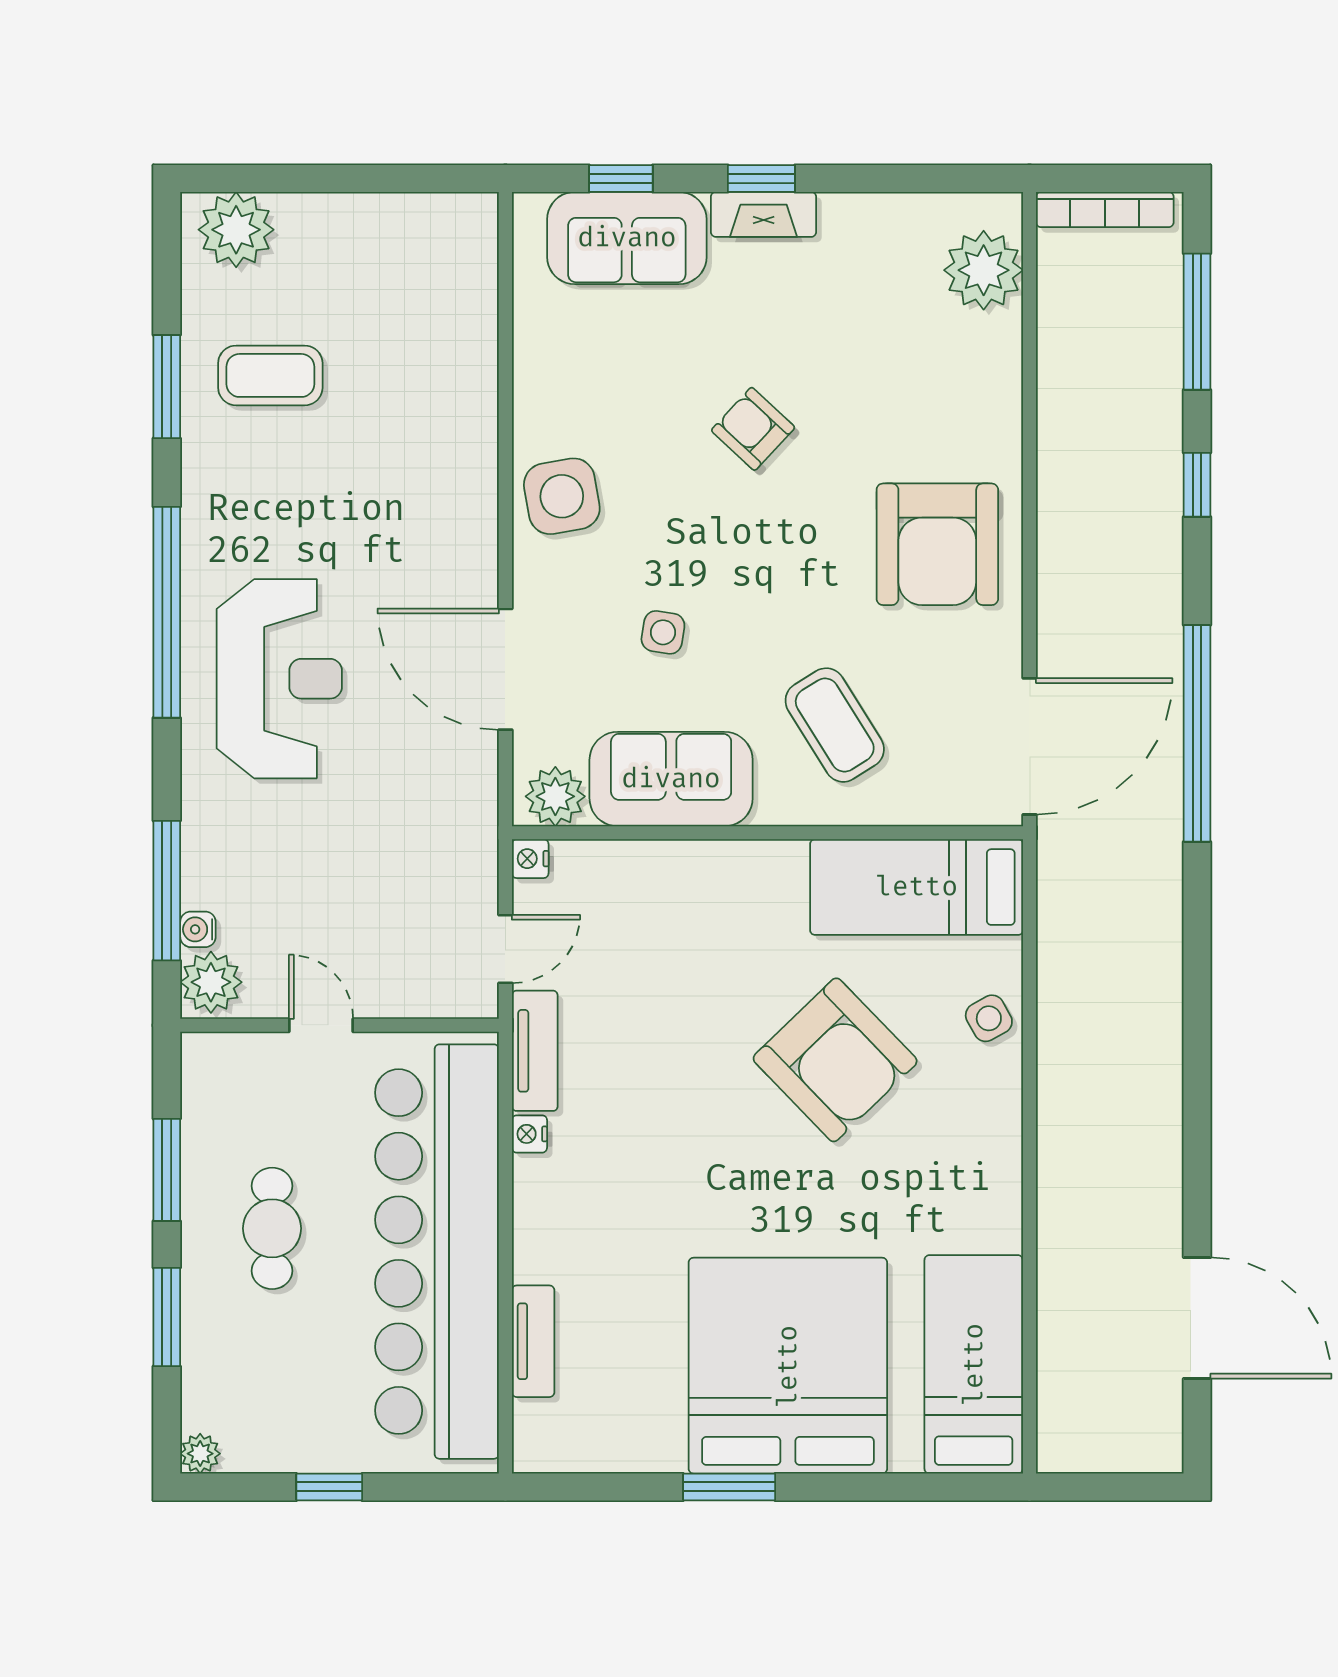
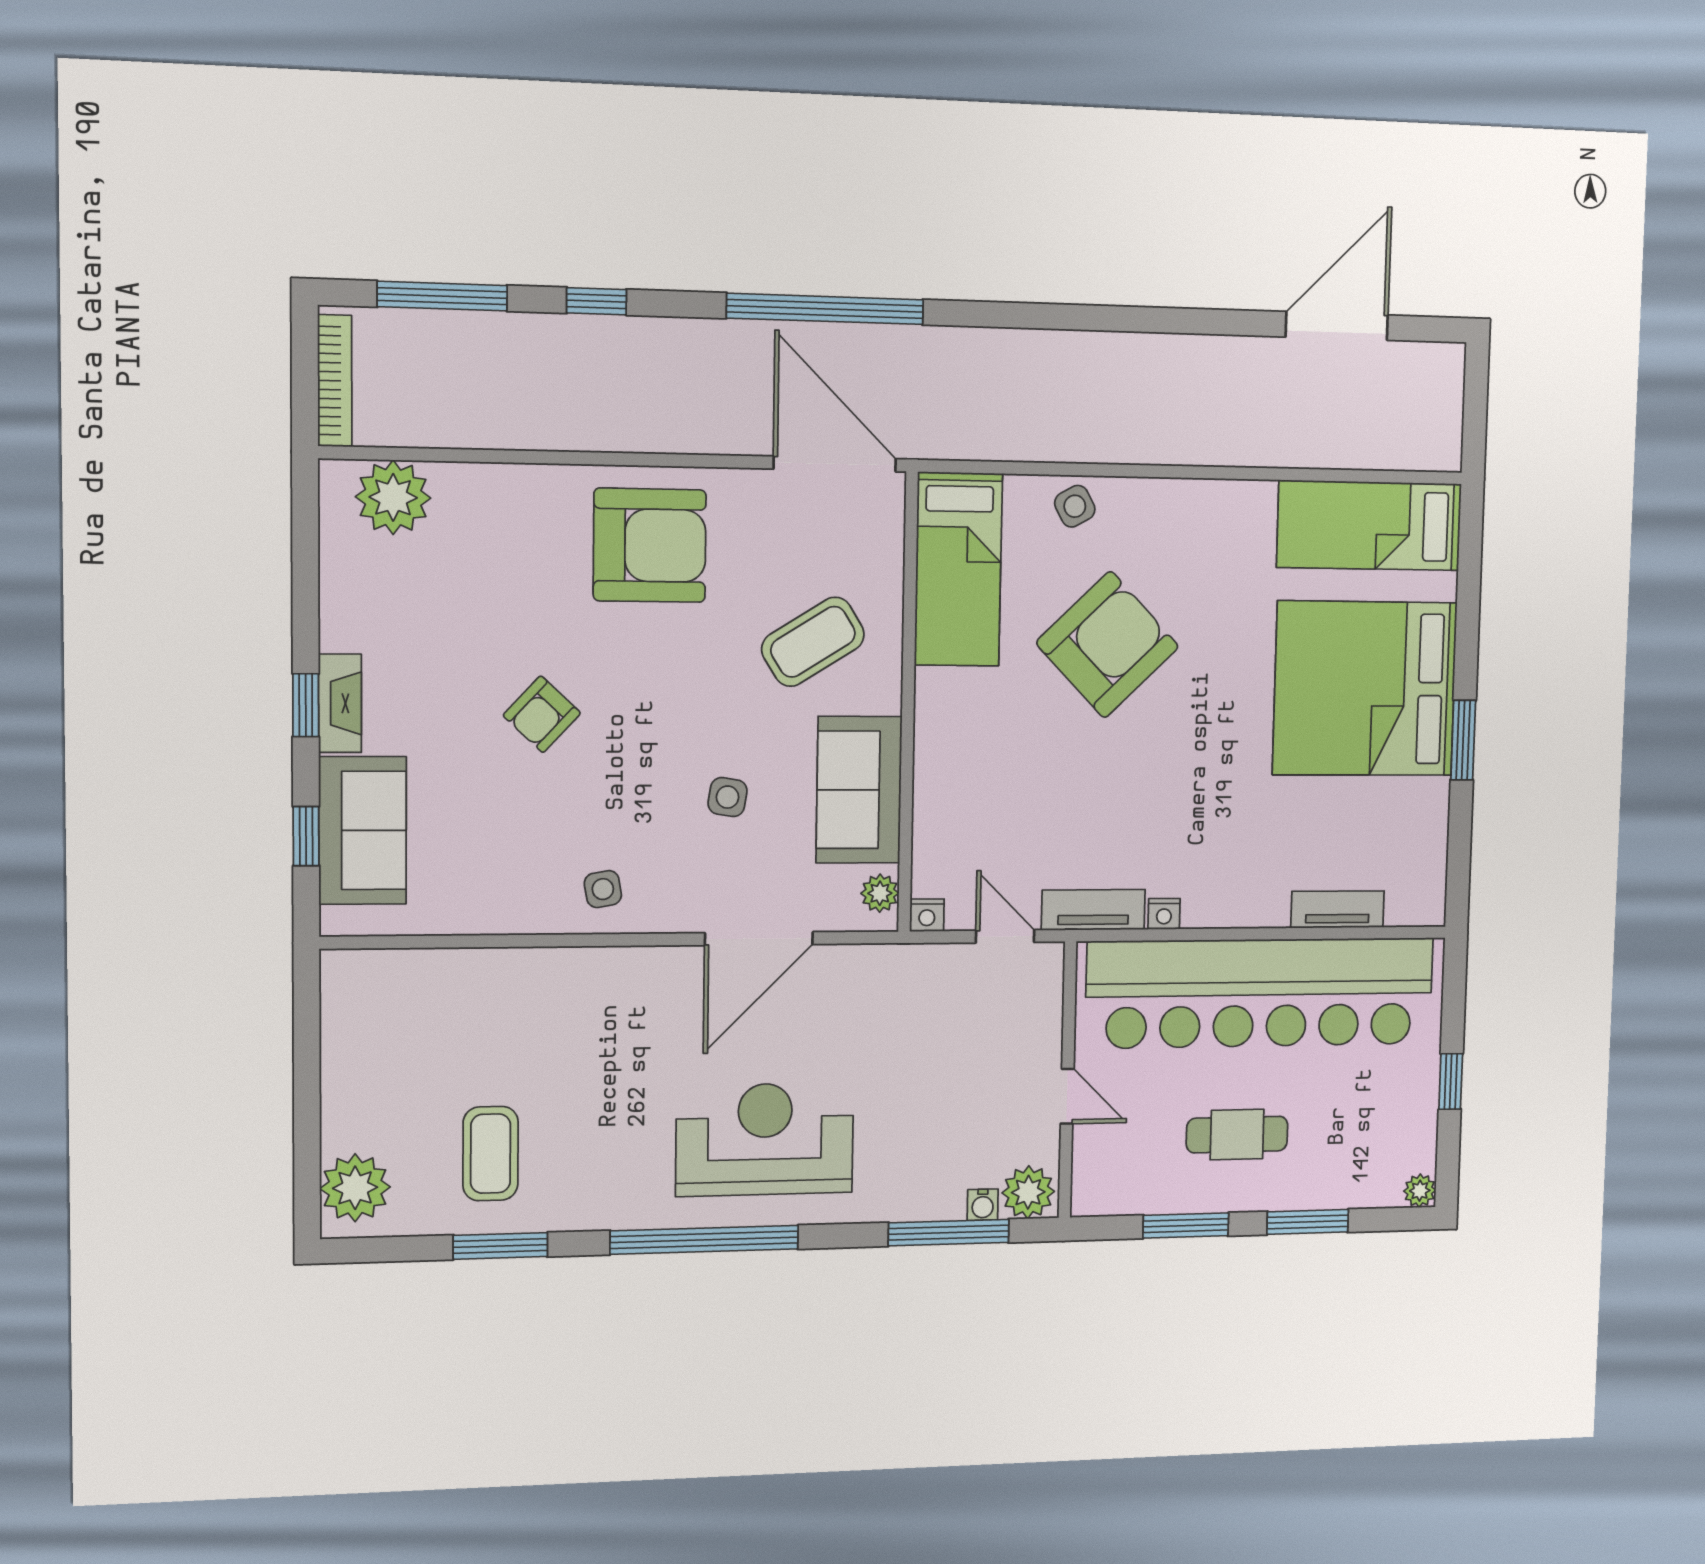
side table: (562, 496) -> (603, 889), width x0.54, depth x0.54
plant: (555, 796) -> (880, 893), width x0.73, depth x0.73
door: (321, 1025) -> (1067, 1096), swing flipped

